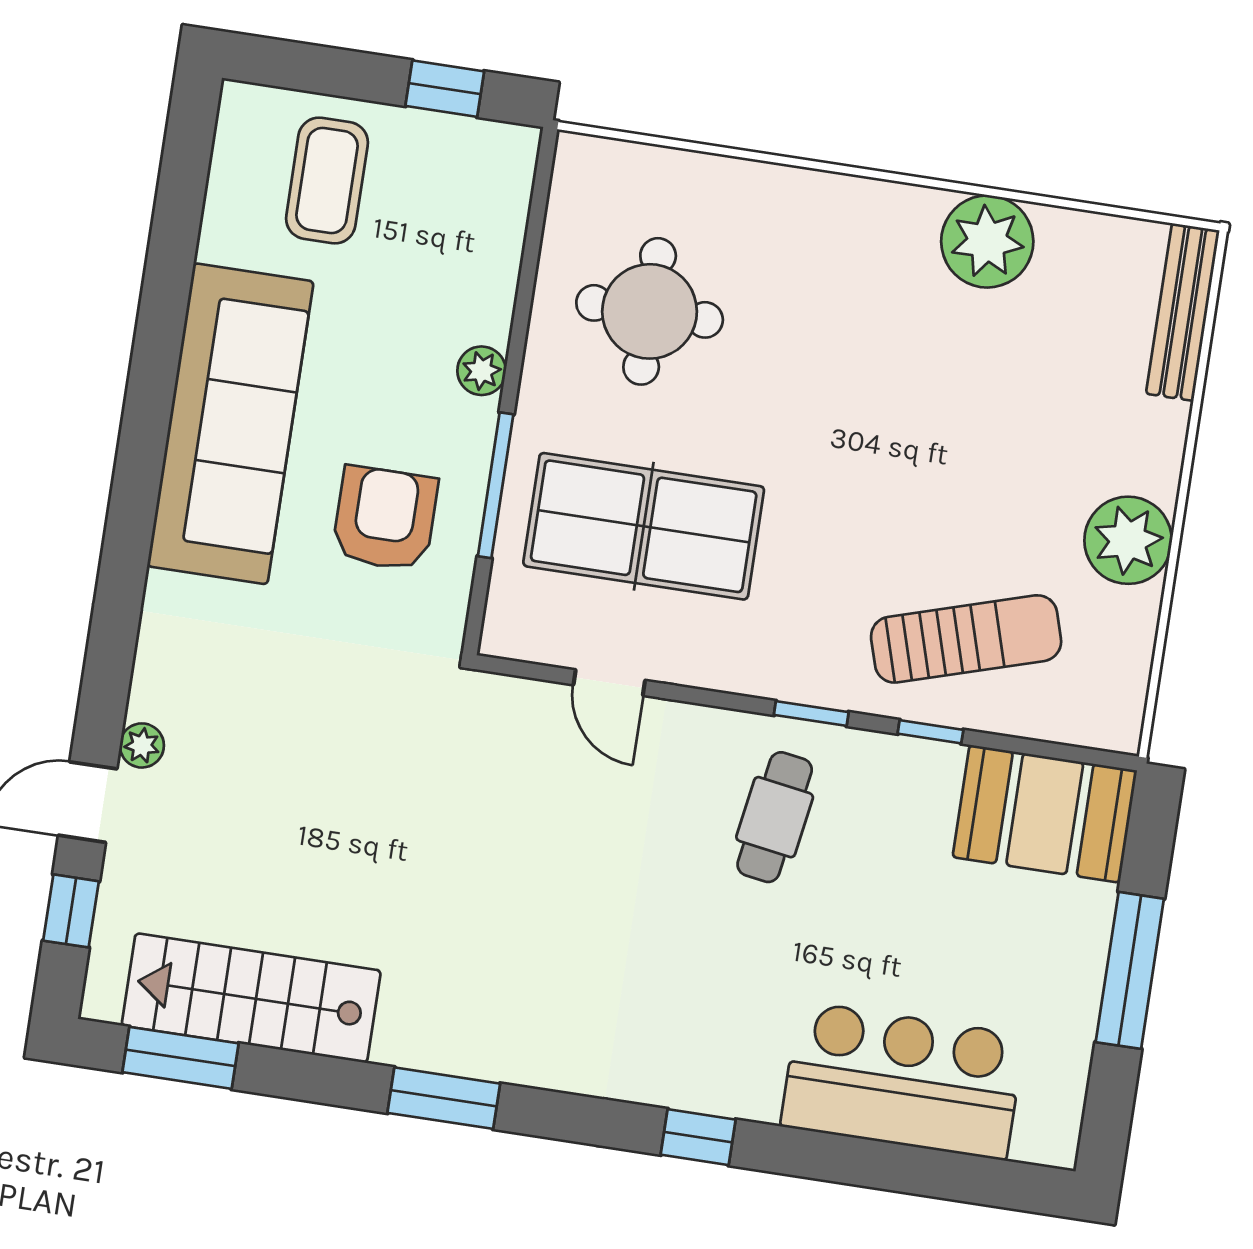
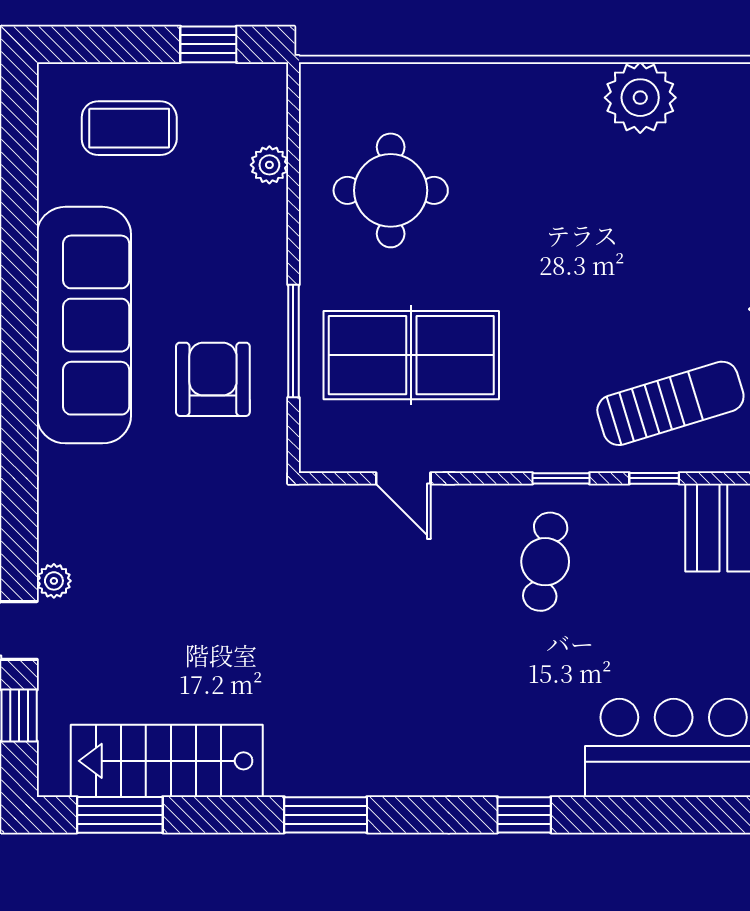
coffee table: (327, 181) -> (129, 128), turned 90
plant: (482, 371) -> (269, 165), moved

